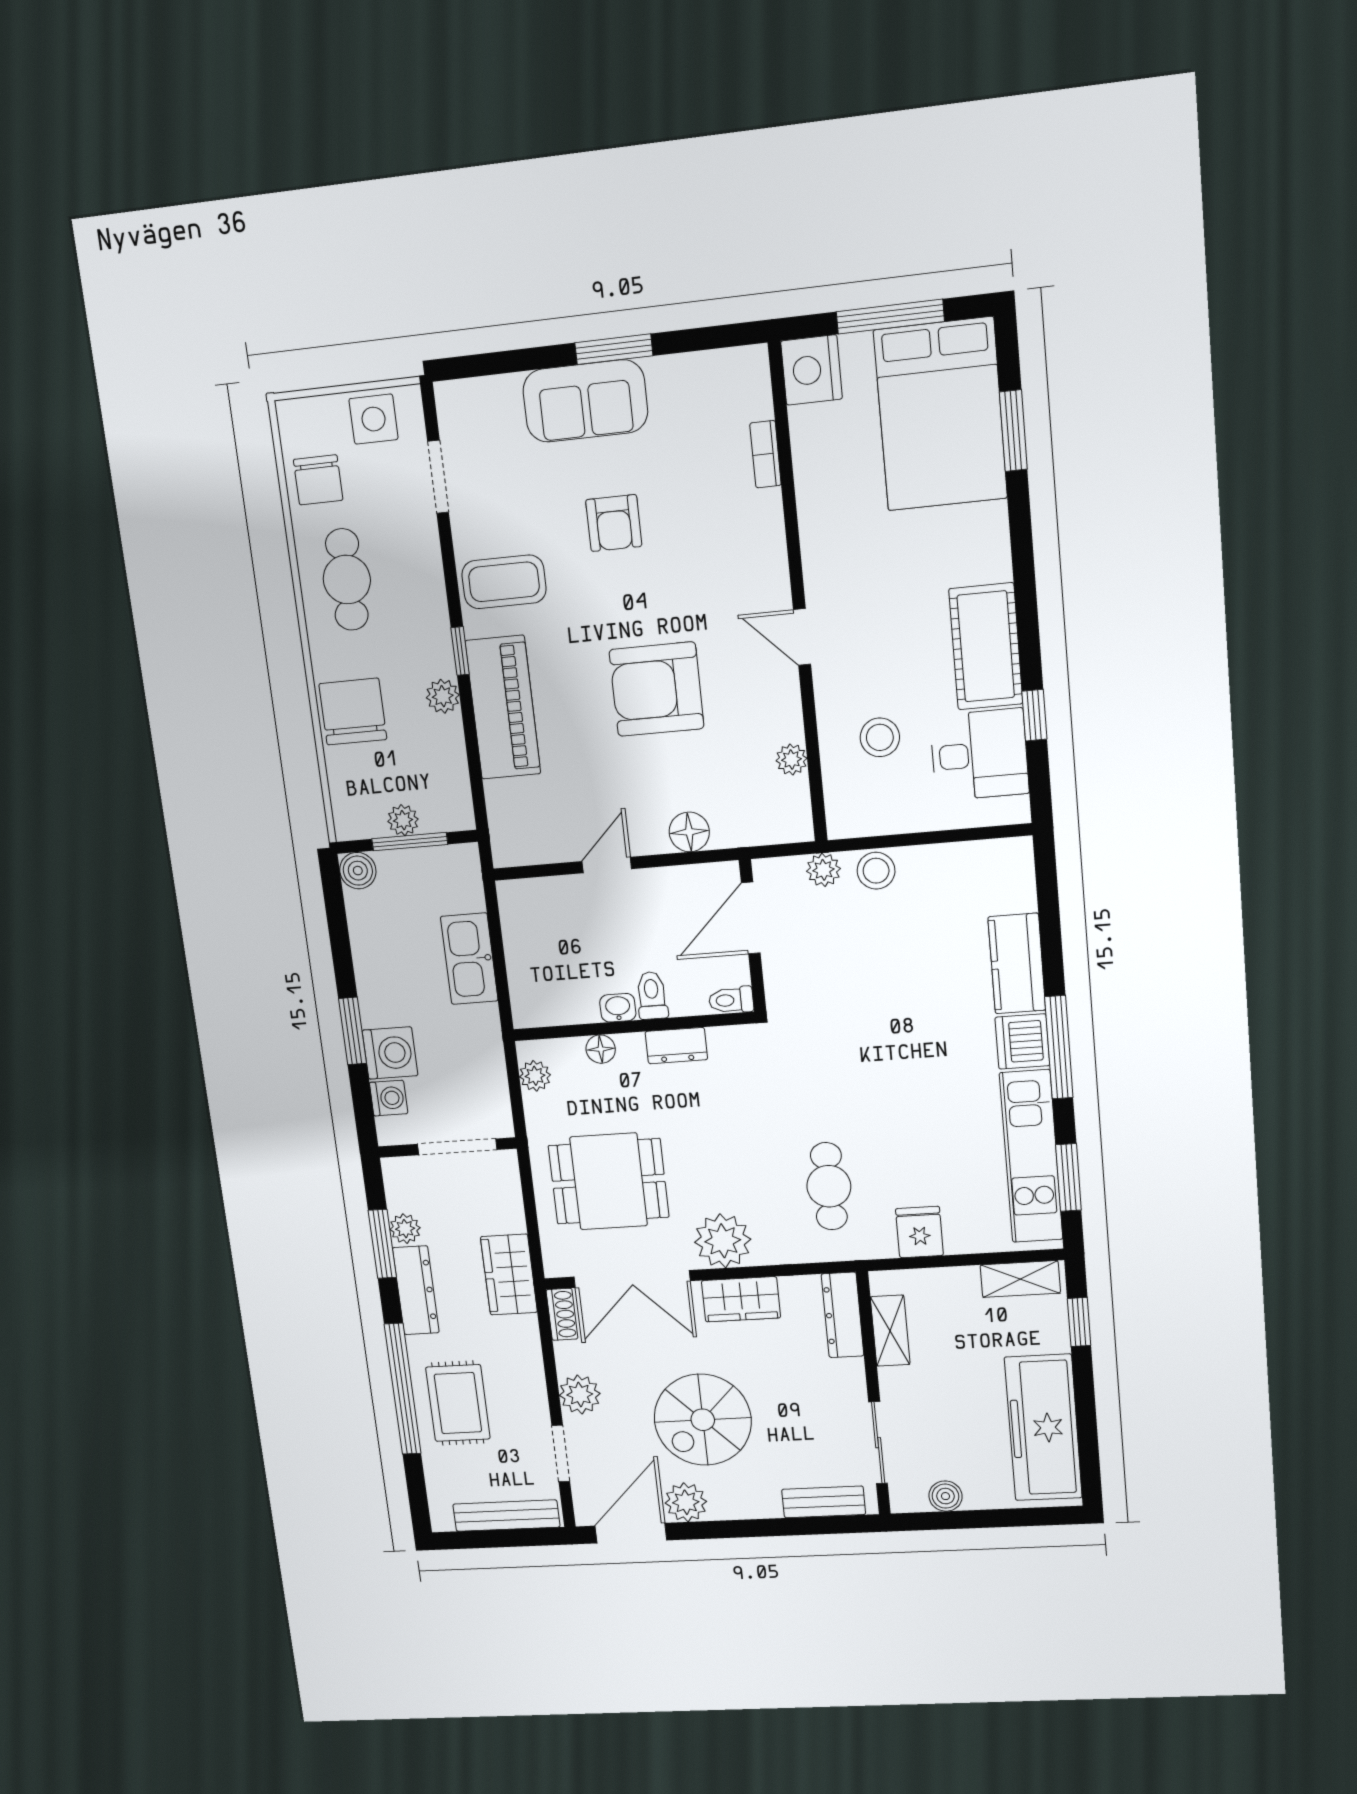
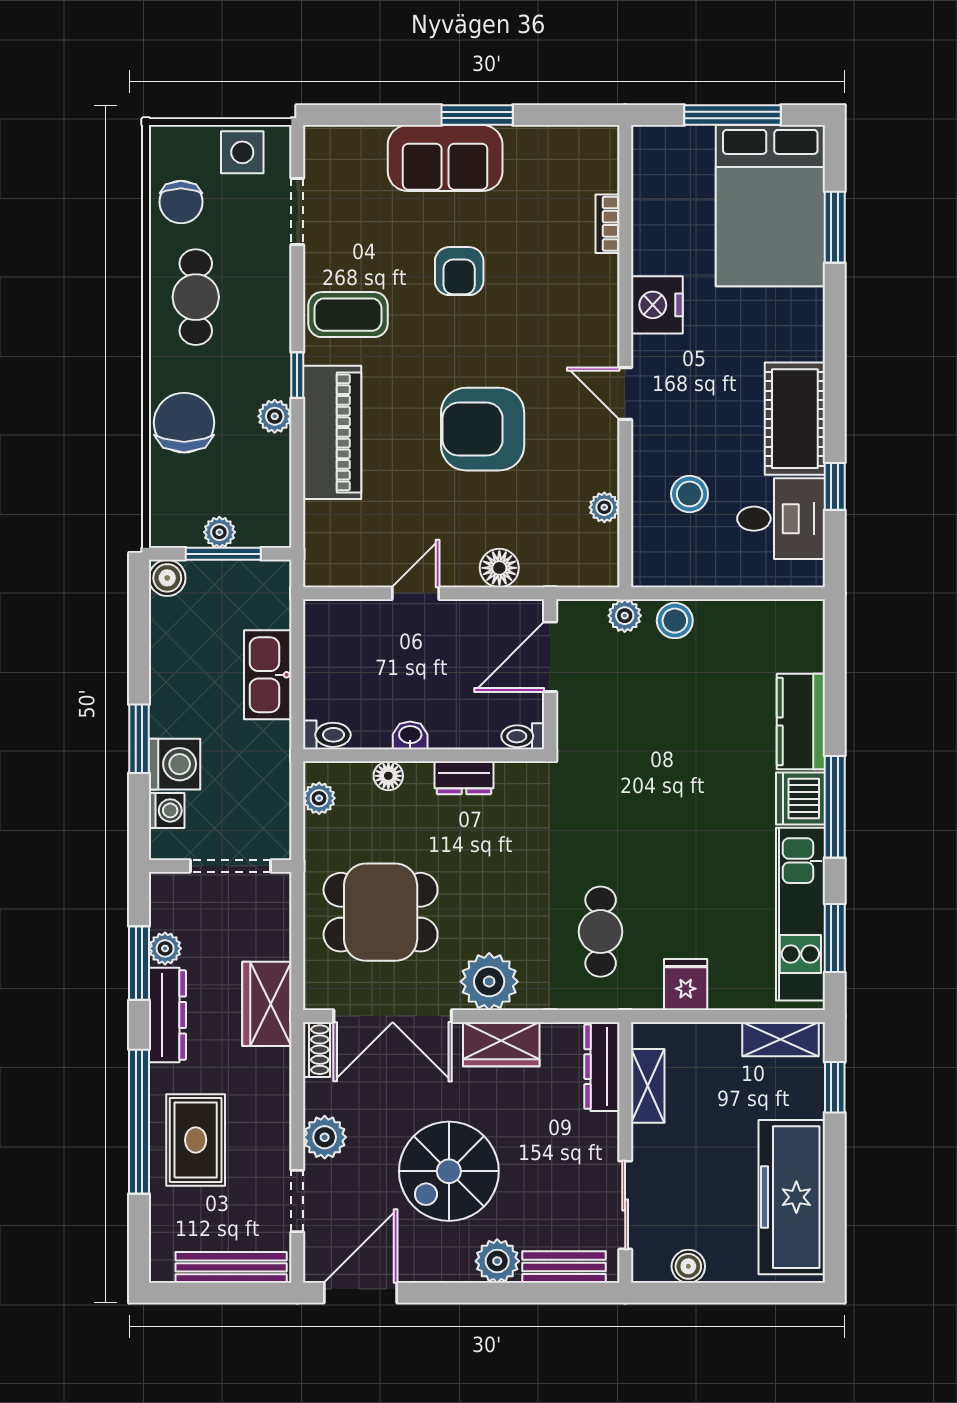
nightstand: (811, 370) -> (657, 305), moved
toilet: (652, 995) -> (327, 735), moved, turned 90
plant: (686, 1502) -> (497, 1261), moved

